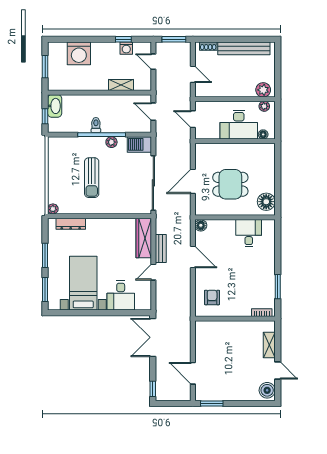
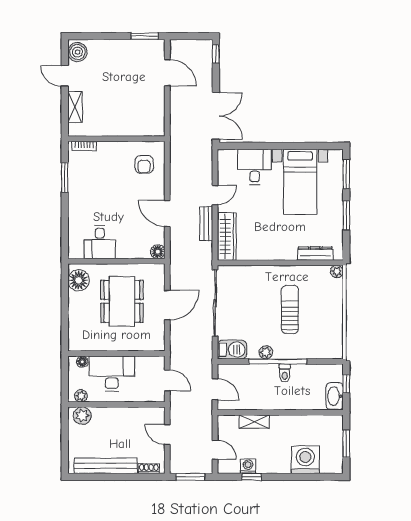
dining table: (230, 184) -> (122, 301), width x1.38

